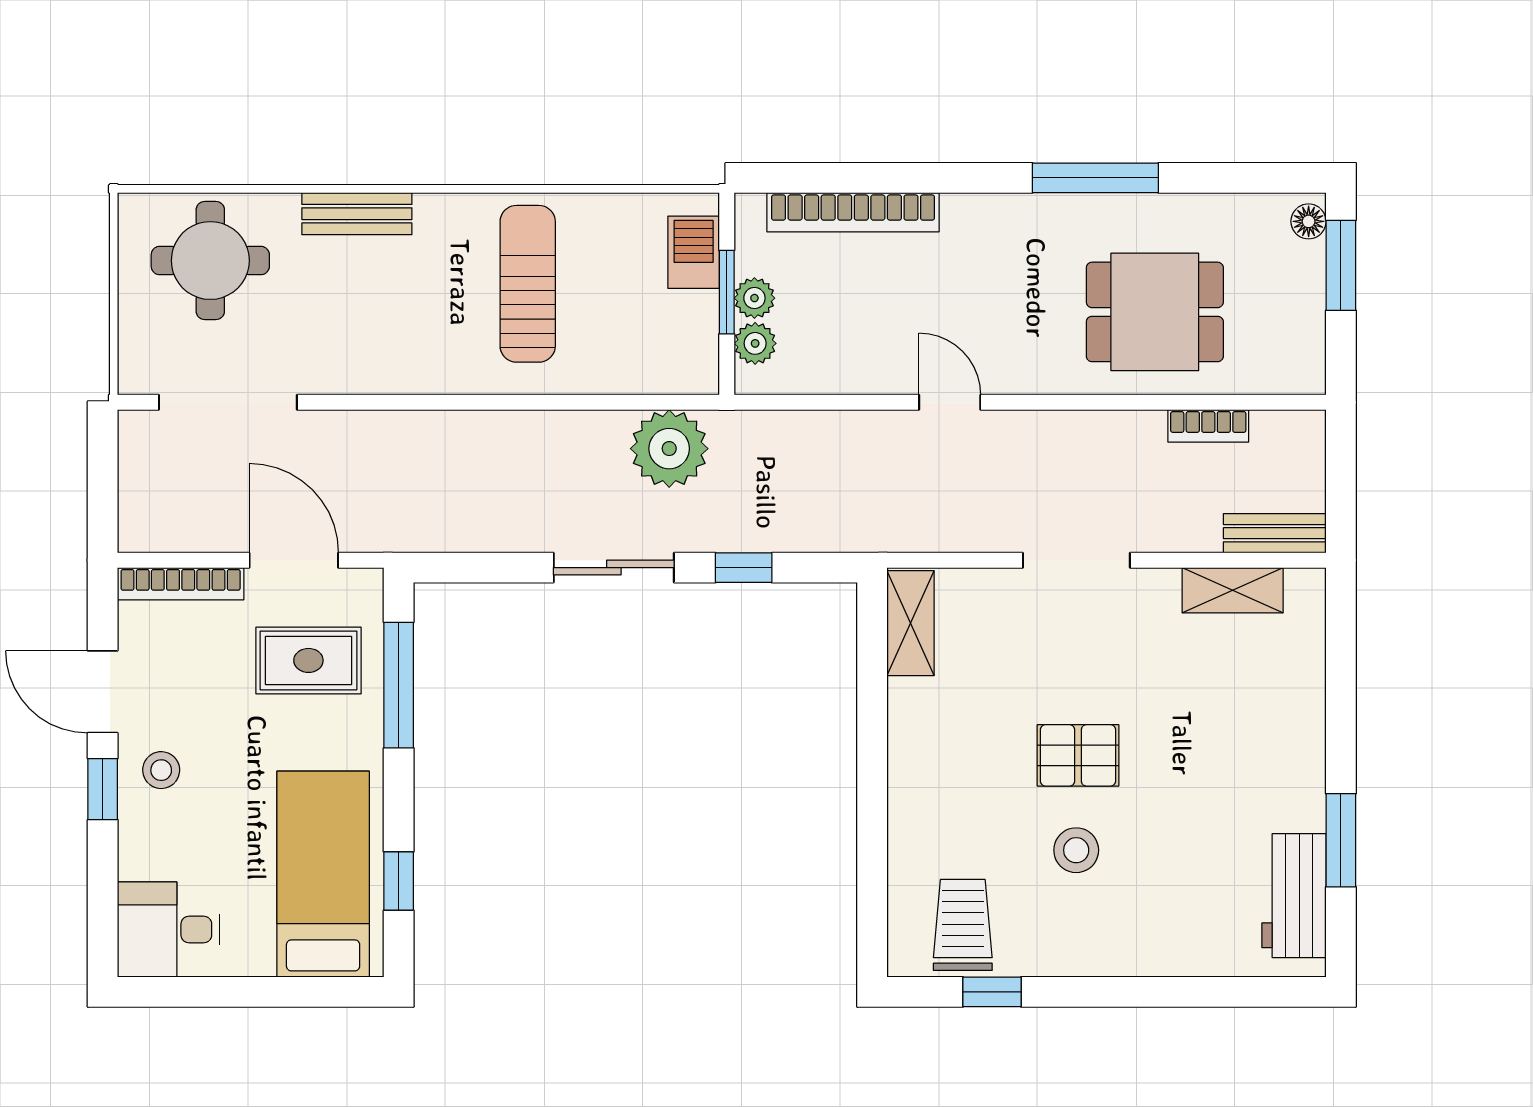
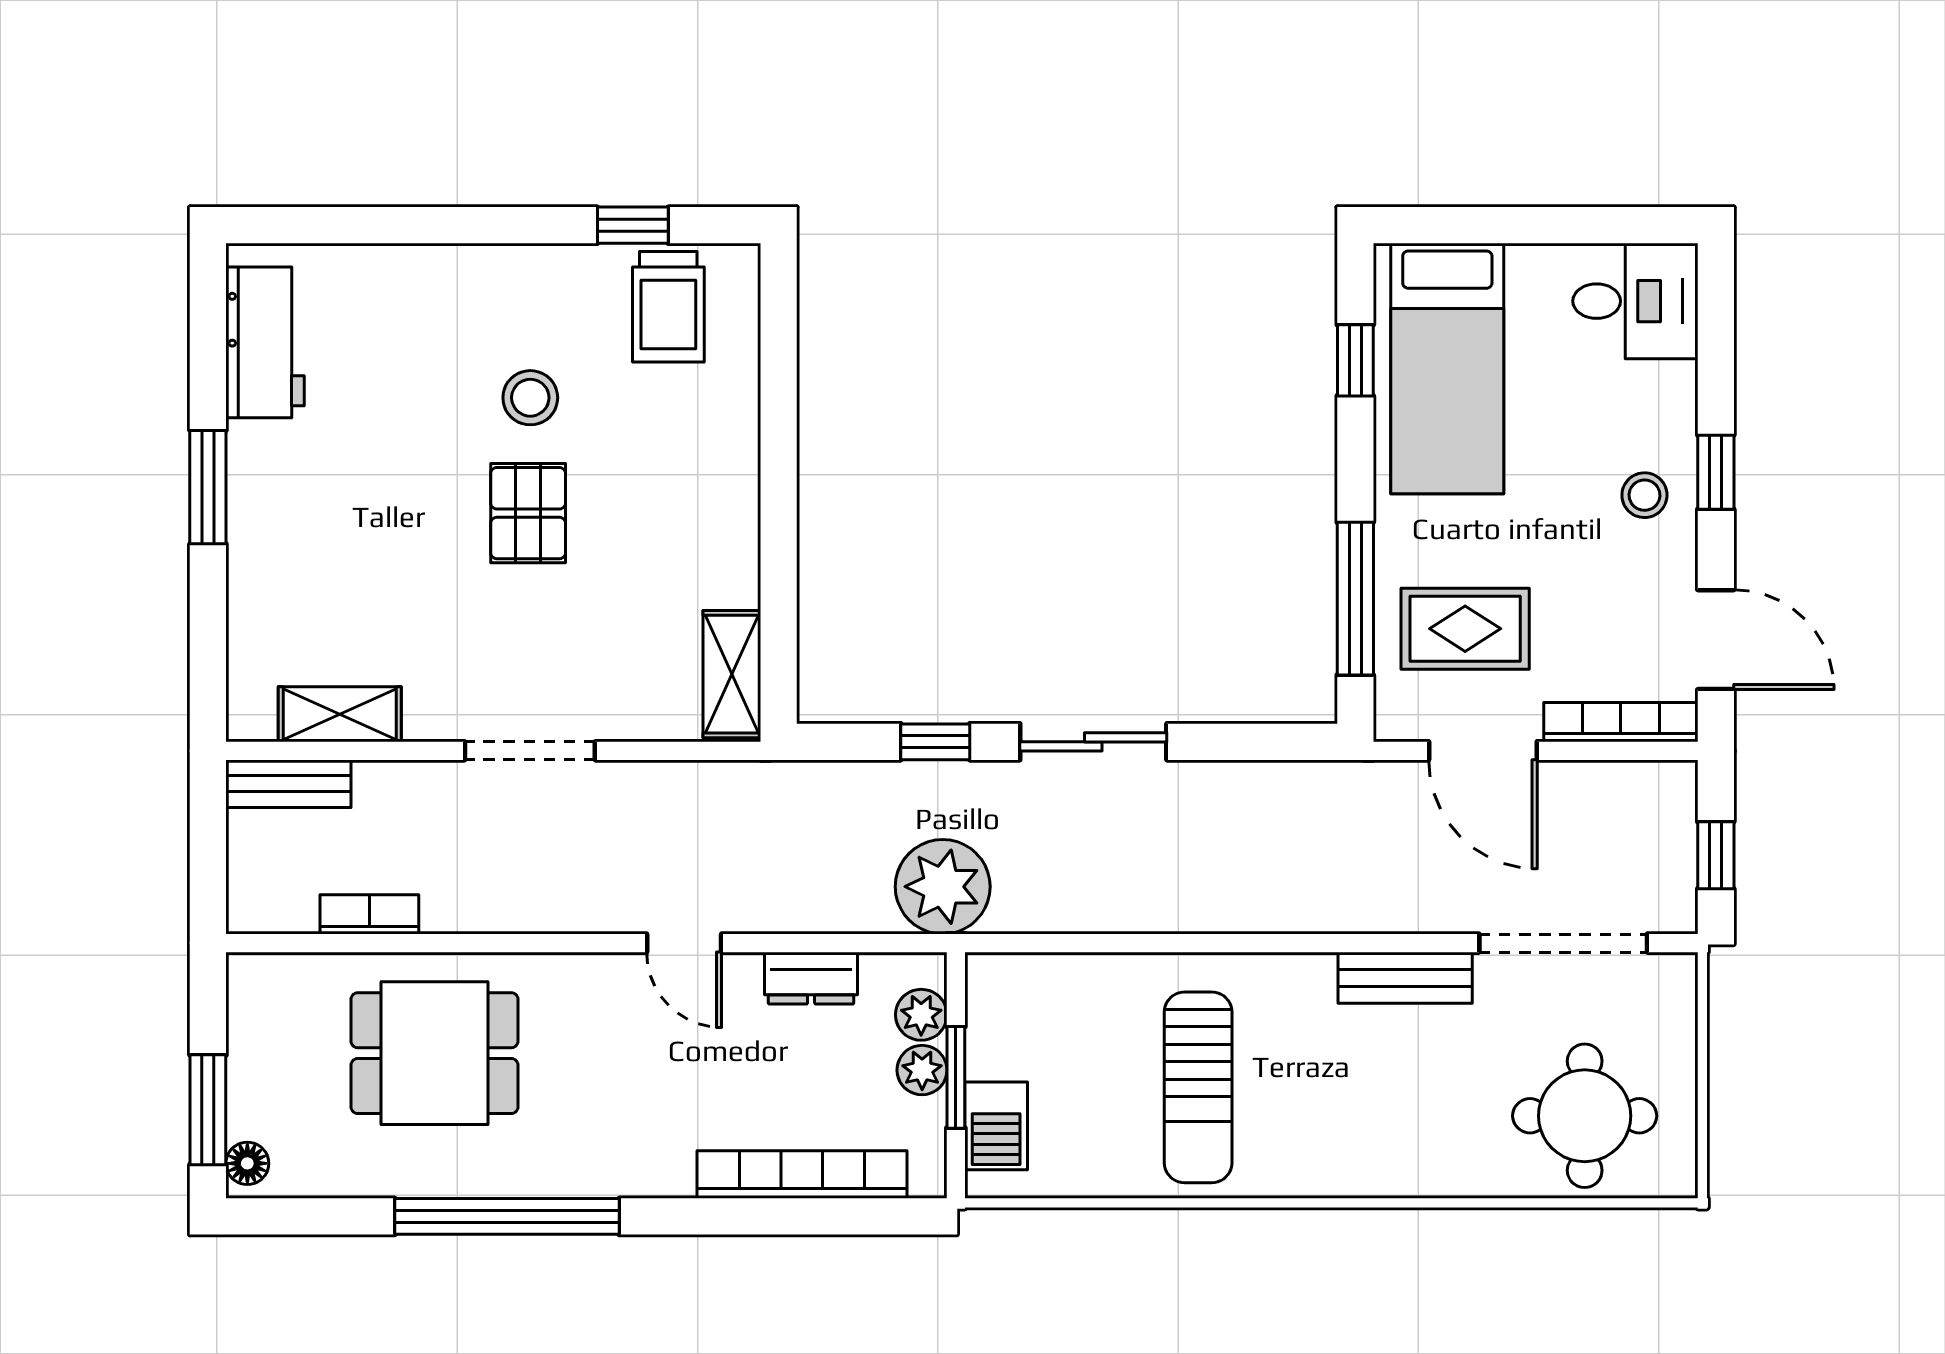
window: (1095, 178) -> (507, 1216), width x1.46
bench: (357, 214) -> (1405, 978), moved
dresser: (846, 373) -> (811, 978), added
plant: (669, 449) -> (943, 887), moved
window: (103, 474) -> (1716, 855), added
door: (103, 692) -> (1716, 640), moved
pallet: (1078, 755) -> (528, 513), turned 90
window: (1341, 840) -> (208, 487), moved

